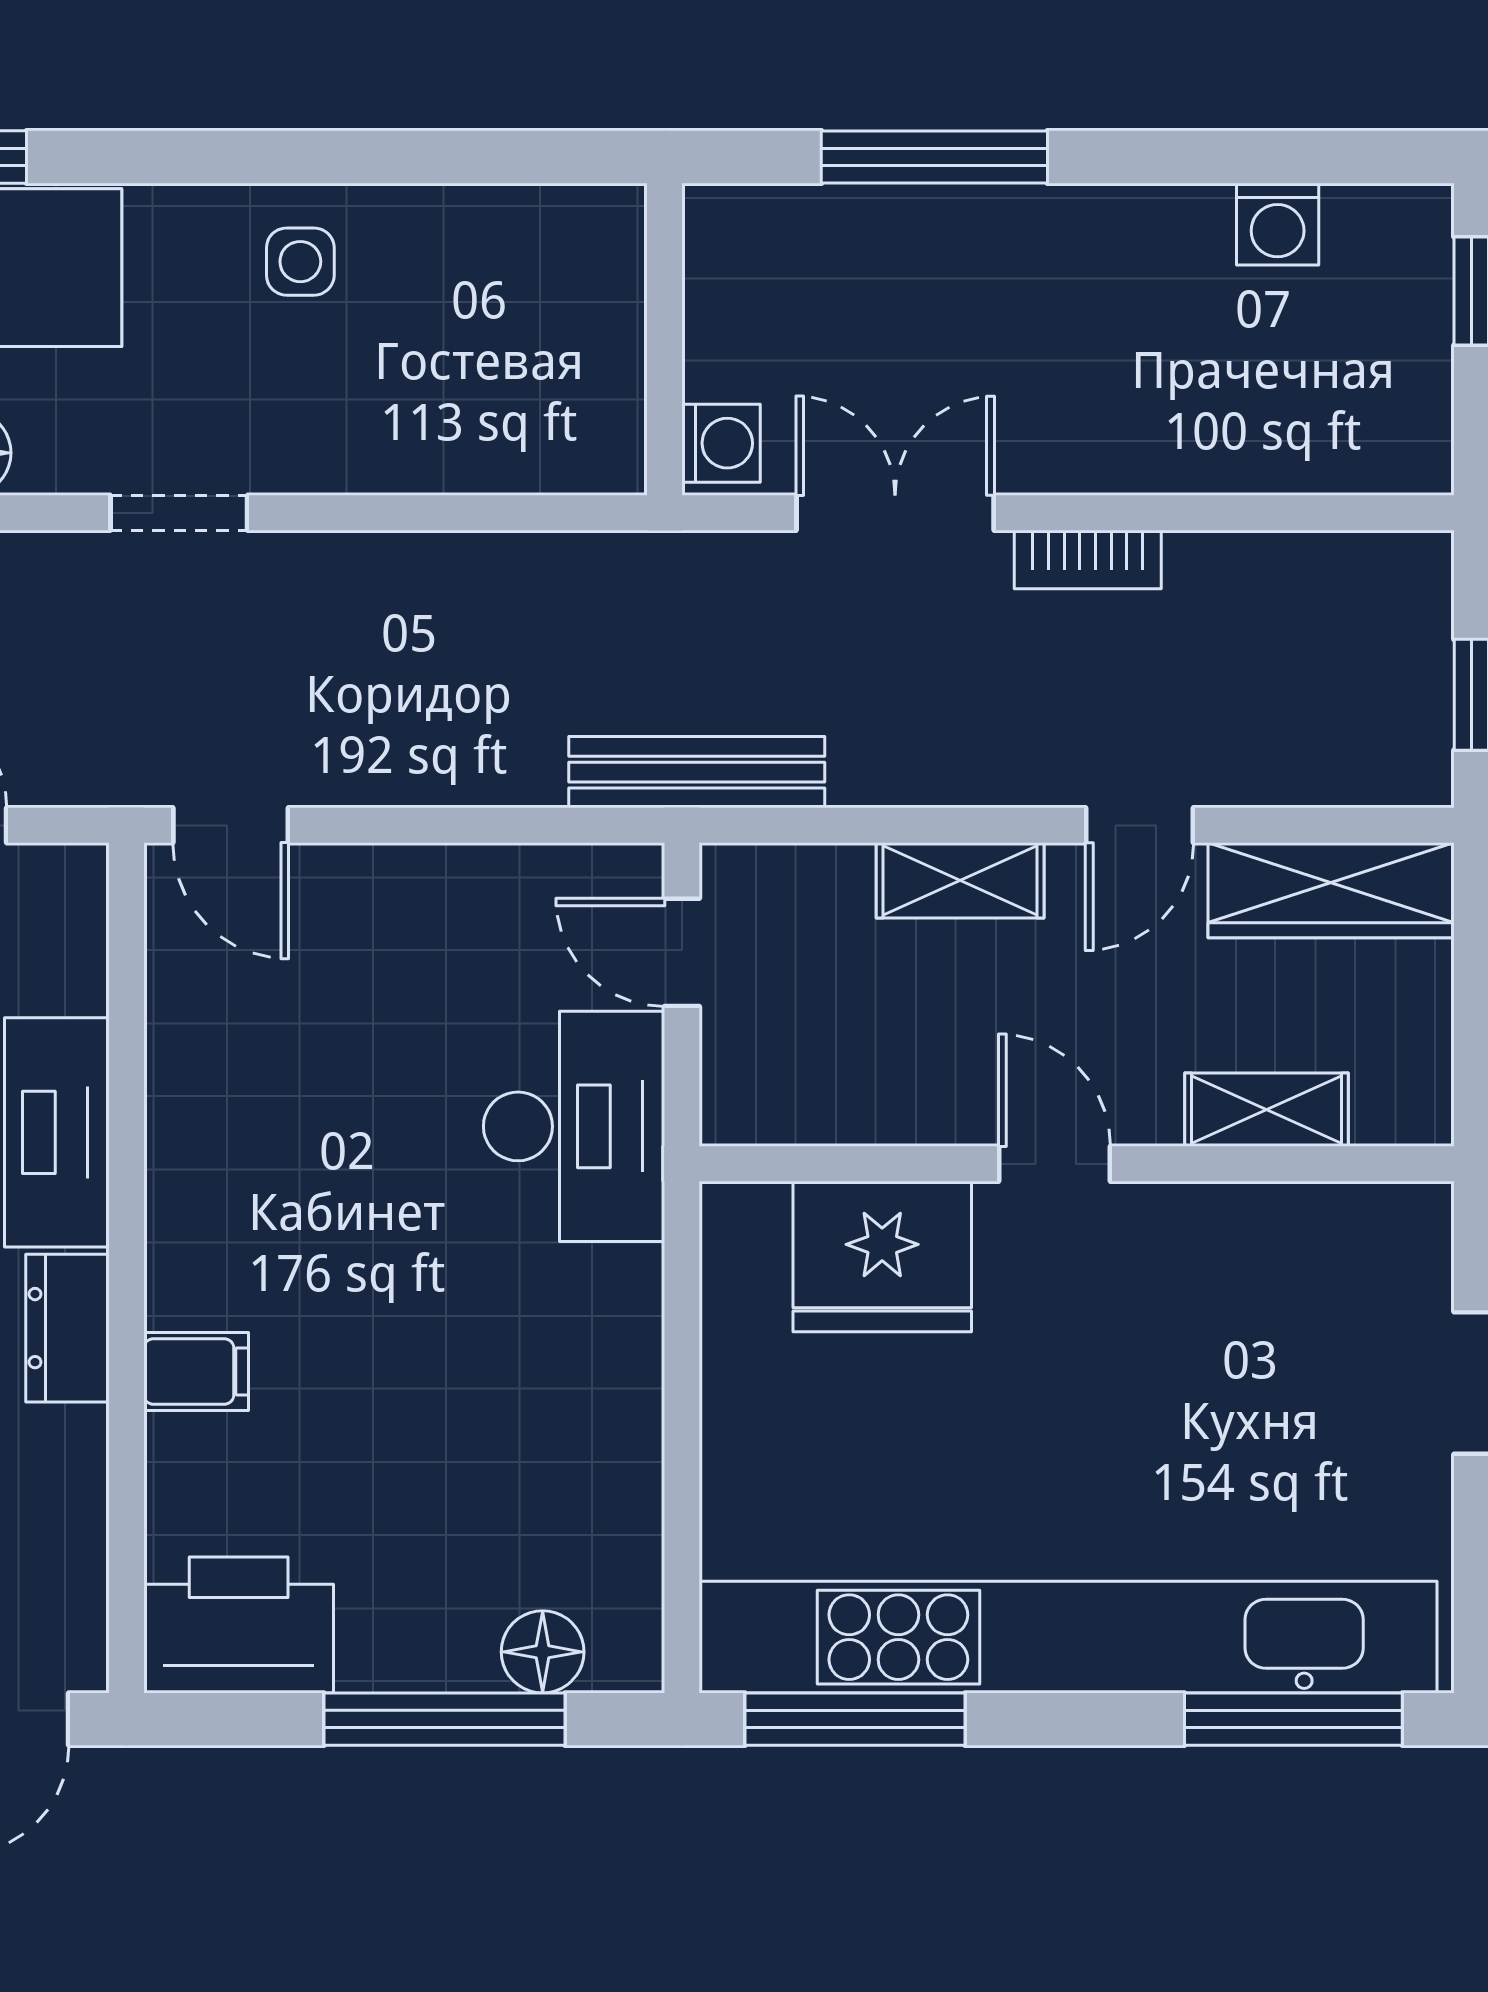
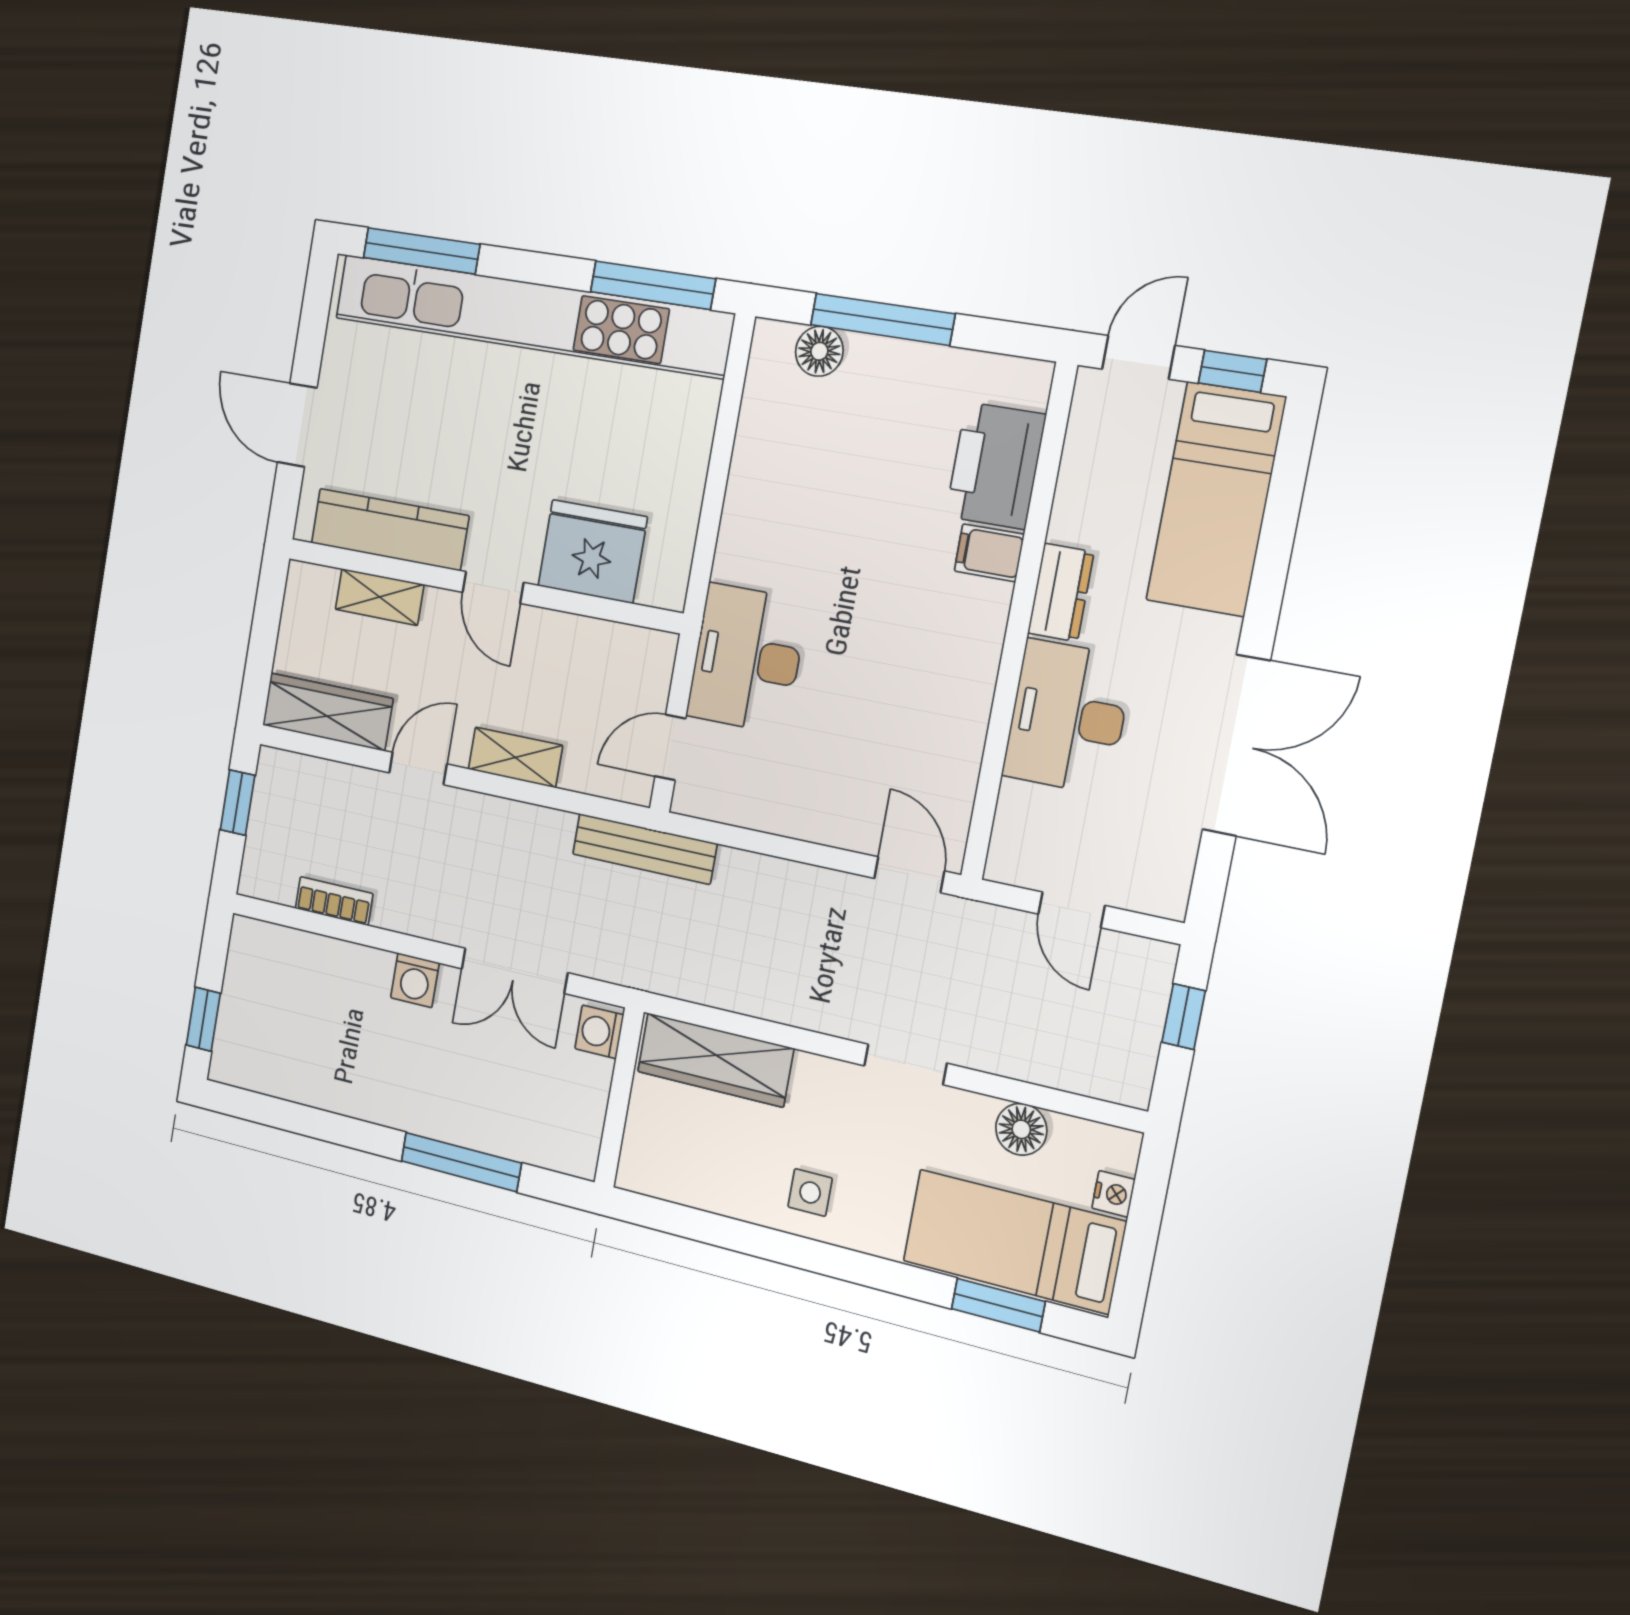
washing machine: (1278, 224) -> (415, 980), moved, turned 180
wardrobe: (506, 444) -> (715, 1060), added
bookcase: (1088, 560) -> (334, 901), moved
door: (682, 952) -> (670, 747), swing flipped
kitchen counter: (1268, 1230) -> (390, 529), added
printer: (239, 1625) -> (996, 466), moved, turned 90

